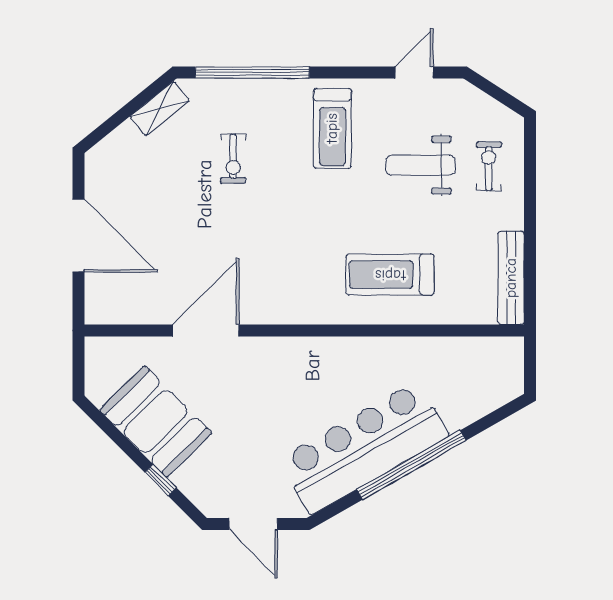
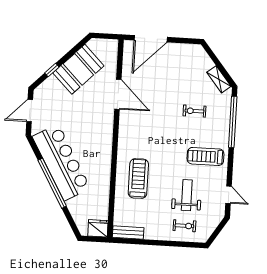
door: (78, 236) -> (151, 39), moved
bench: (511, 278) -> (128, 233), width x0.73
fridge: (506, 358) -> (98, 228), added

